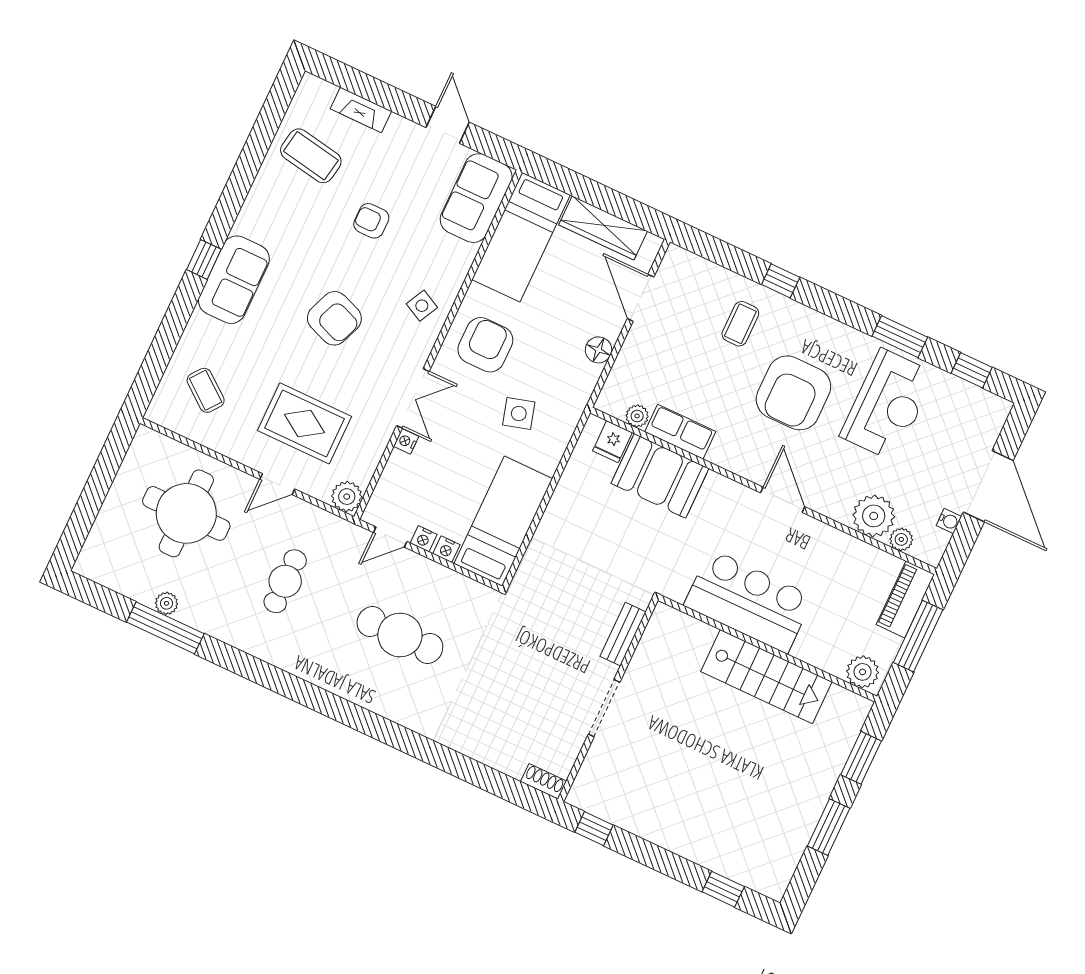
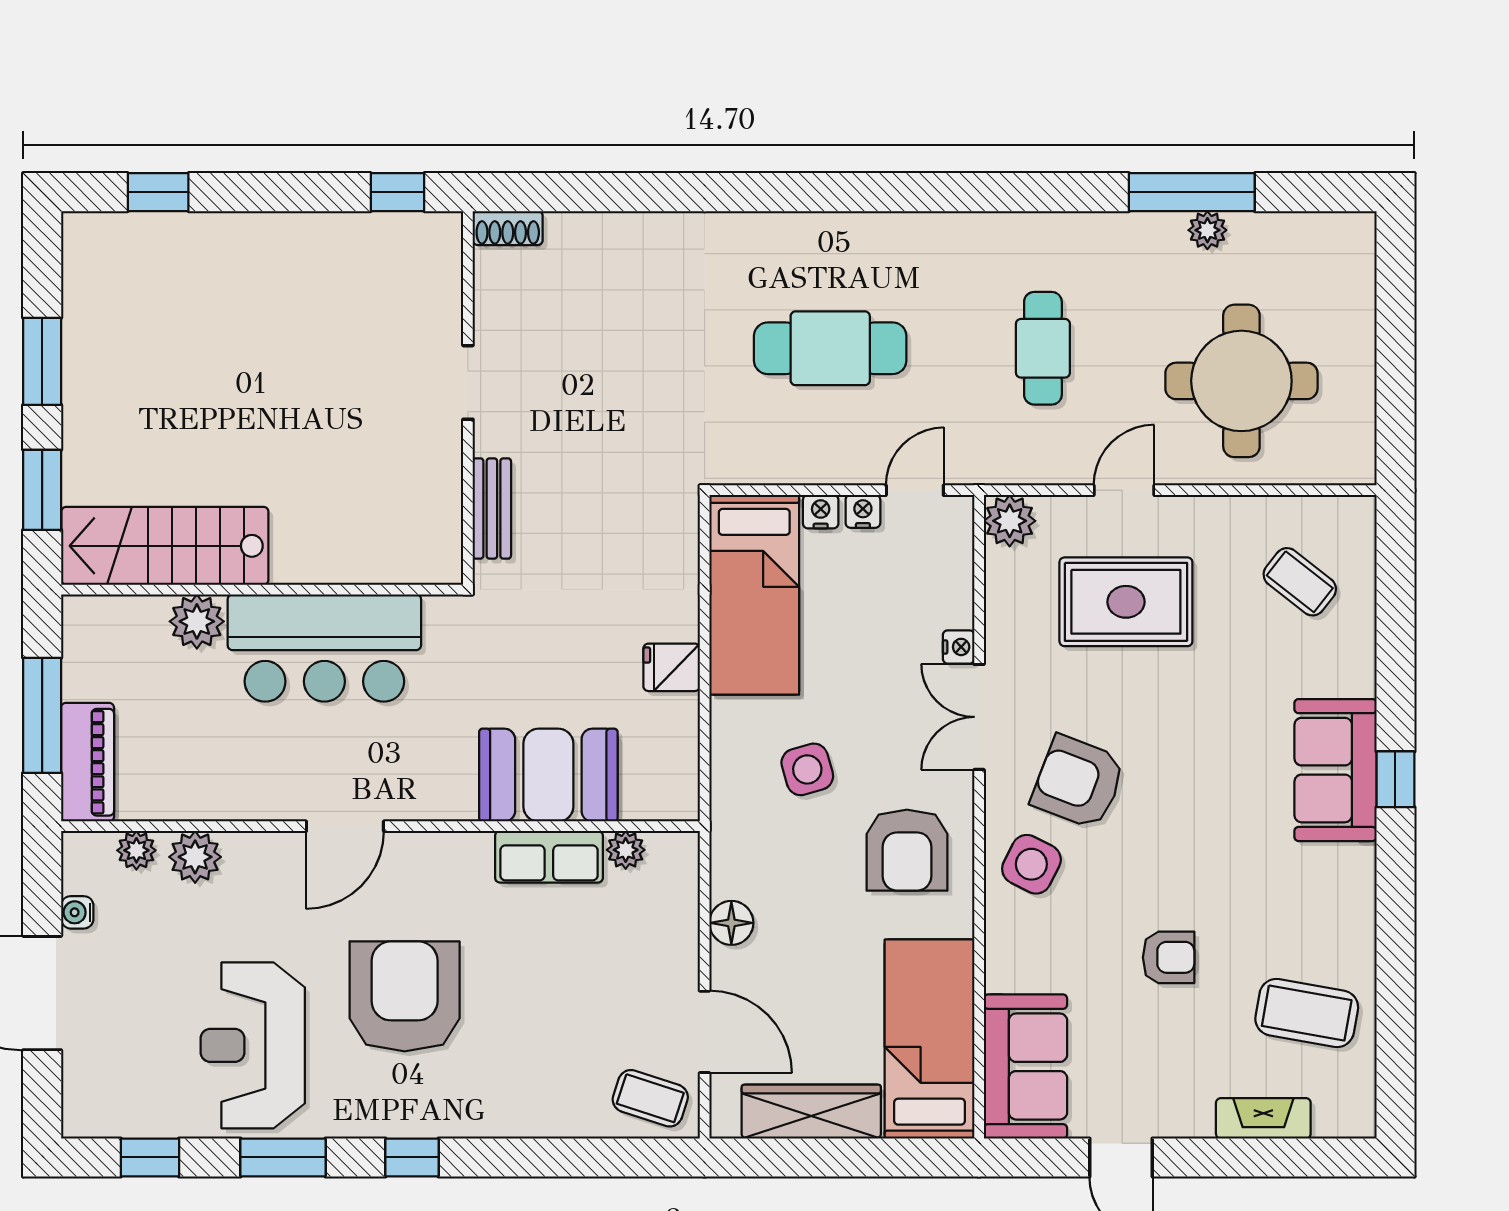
window: (781, 281) -> (412, 1157), moved
side table: (422, 306) -> (1031, 864), width x1.37, depth x1.37
armchair: (334, 318) -> (1078, 782), moved
coffee table: (740, 324) -> (650, 1098), moved, turned -72
fridge: (612, 442) -> (672, 667), moved, turned -90
door: (783, 500) -> (345, 826), hinge flipped
plant: (874, 516) -> (195, 857), width x0.73, depth x0.73
plant: (863, 672) -> (197, 621), moved
stairs: (766, 677) -> (165, 546), moved
doorway: (604, 708) -> (468, 382), width x0.73

